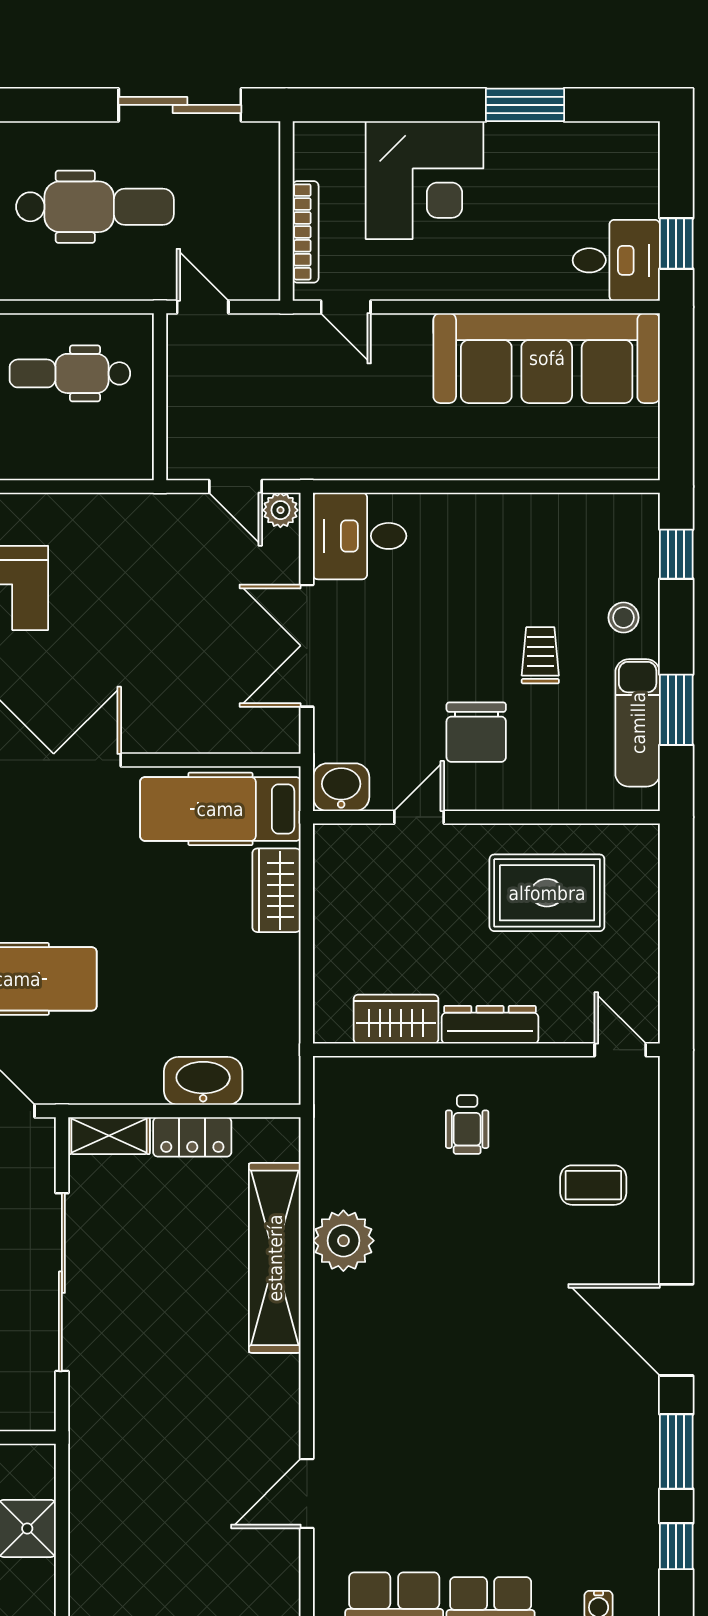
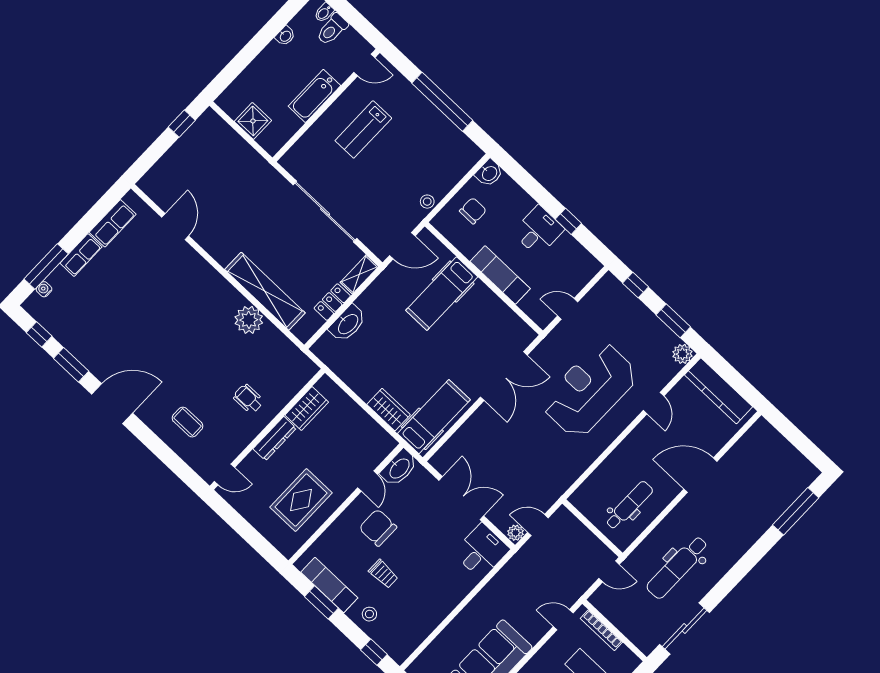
washbasin: (341, 787) -> (399, 468), width x1.38
coffee table: (593, 1185) -> (188, 422), turned 90

